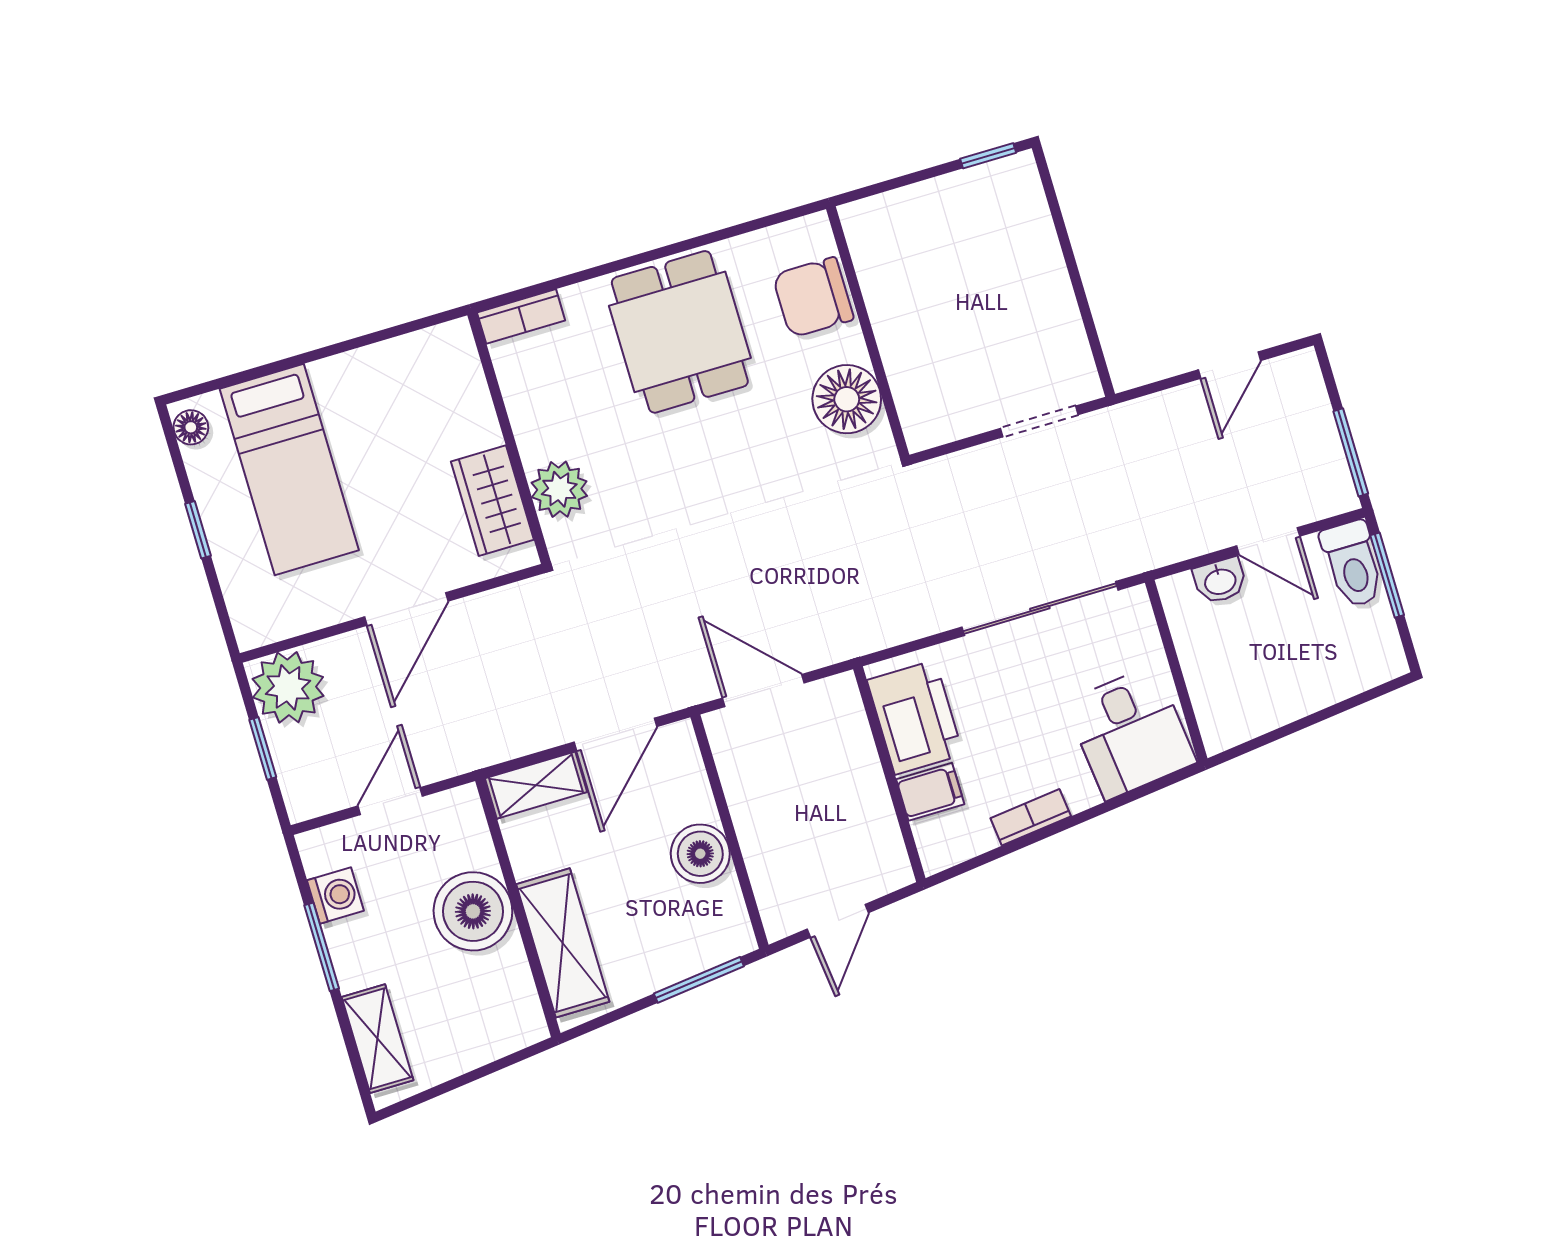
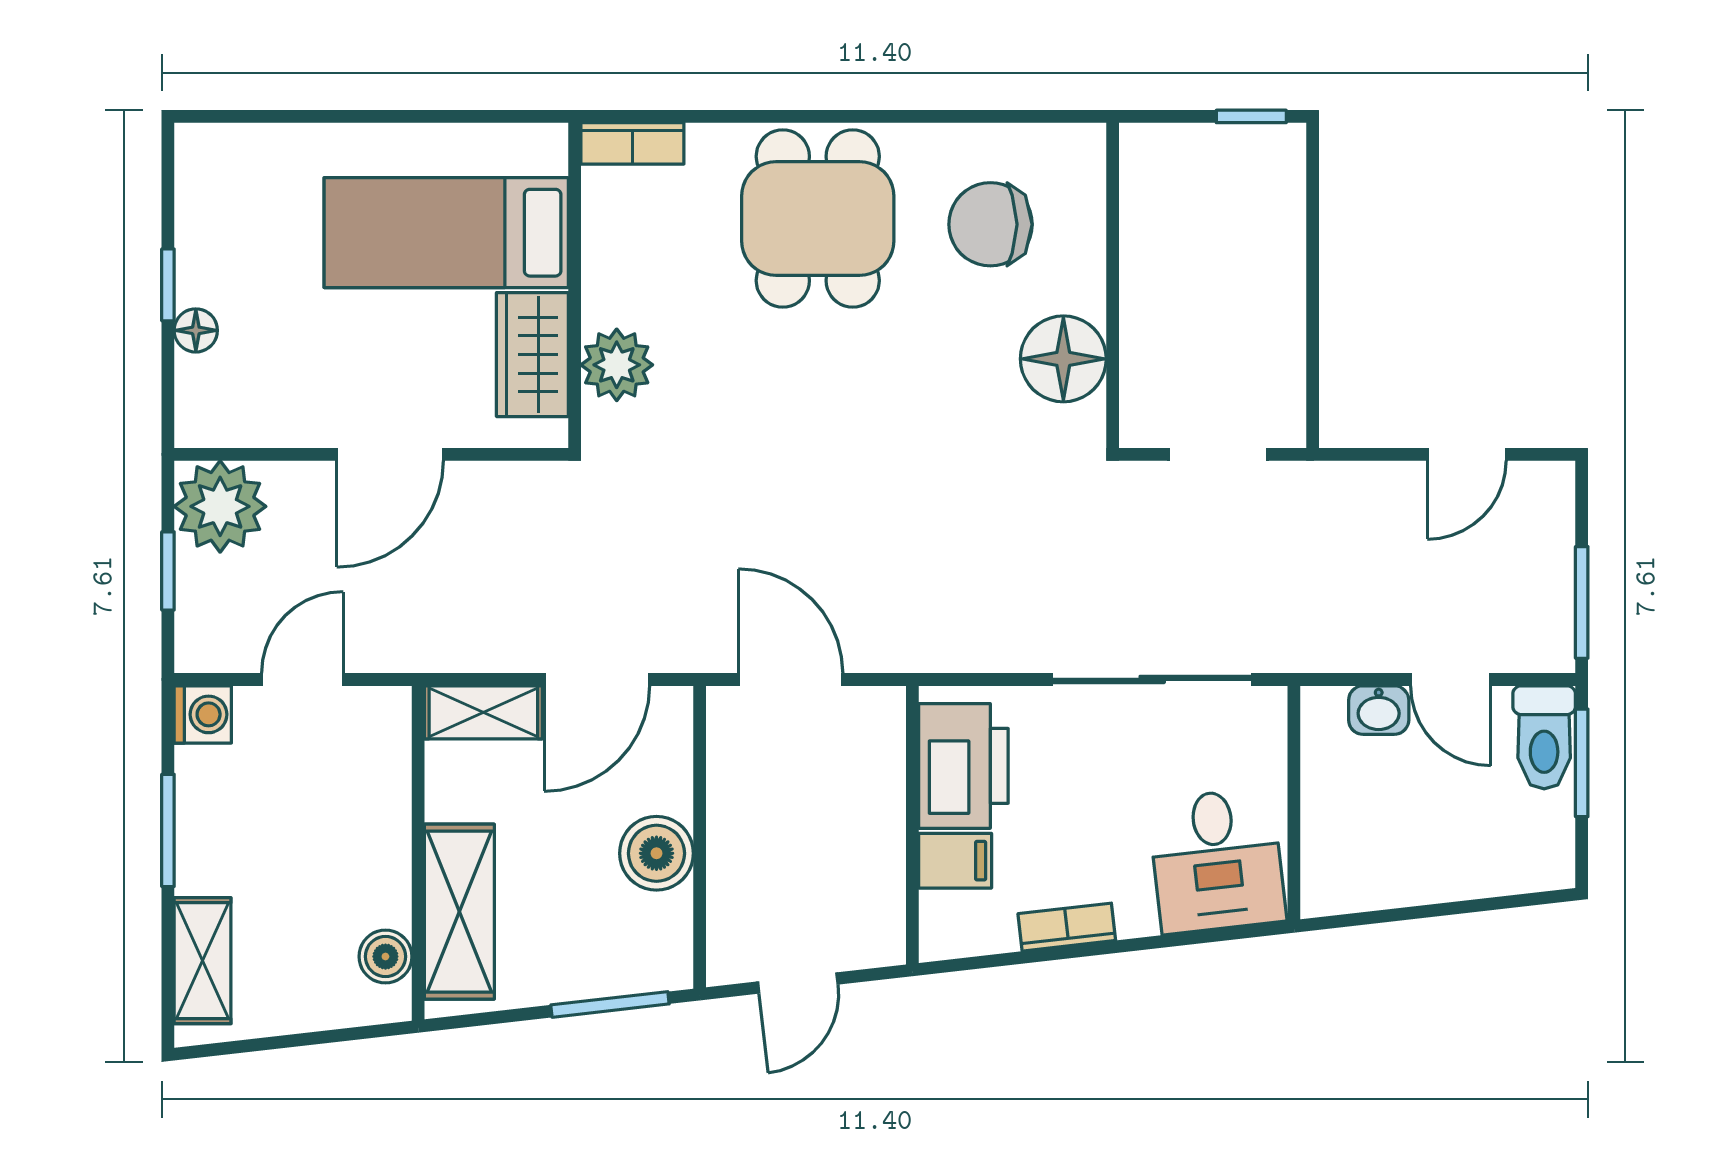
wall: (868, 332) -> (1113, 285), moved
floor lamp: (847, 399) -> (1063, 359), moved
floor lamp: (191, 427) -> (196, 330), moved
bed: (289, 469) -> (446, 233), moved, turned 90
washing machine: (335, 896) -> (203, 714), moved
boiler: (473, 911) -> (385, 957), moved, width x0.54, depth x0.54

